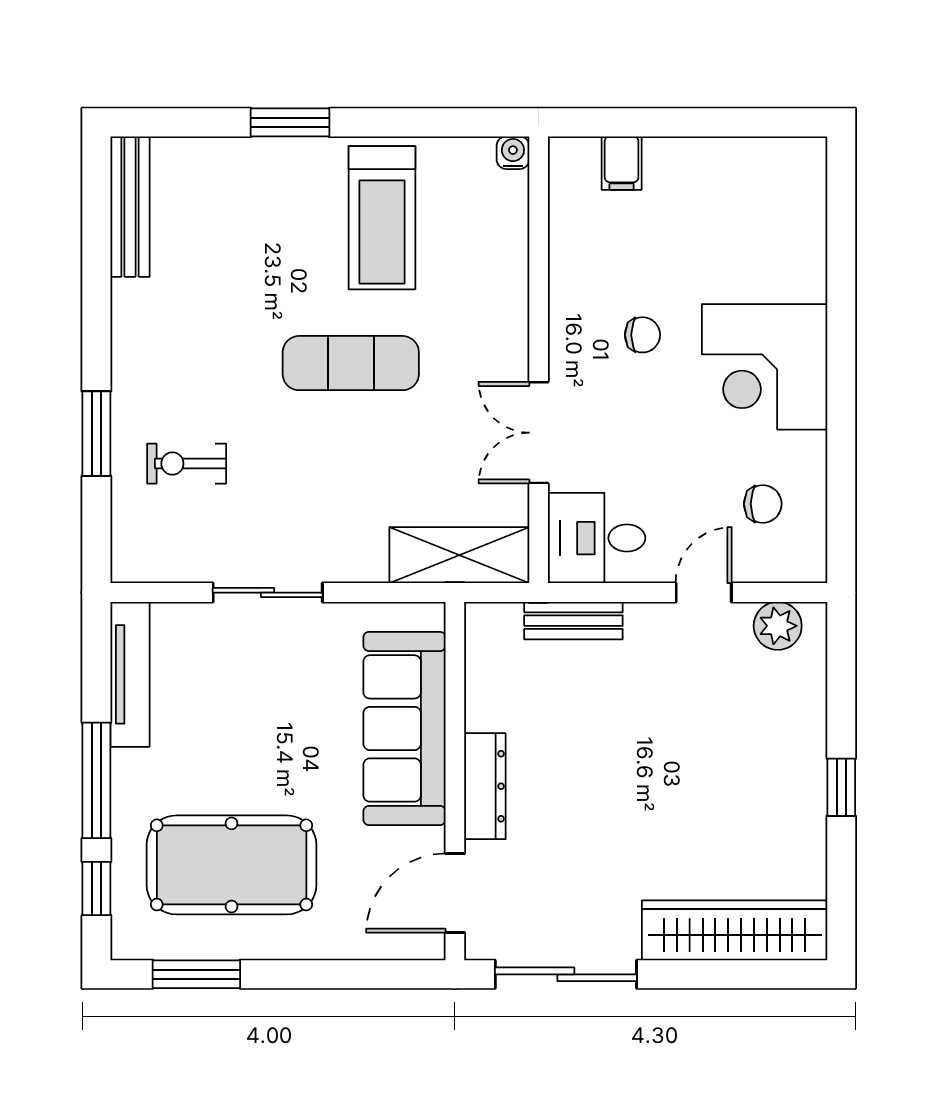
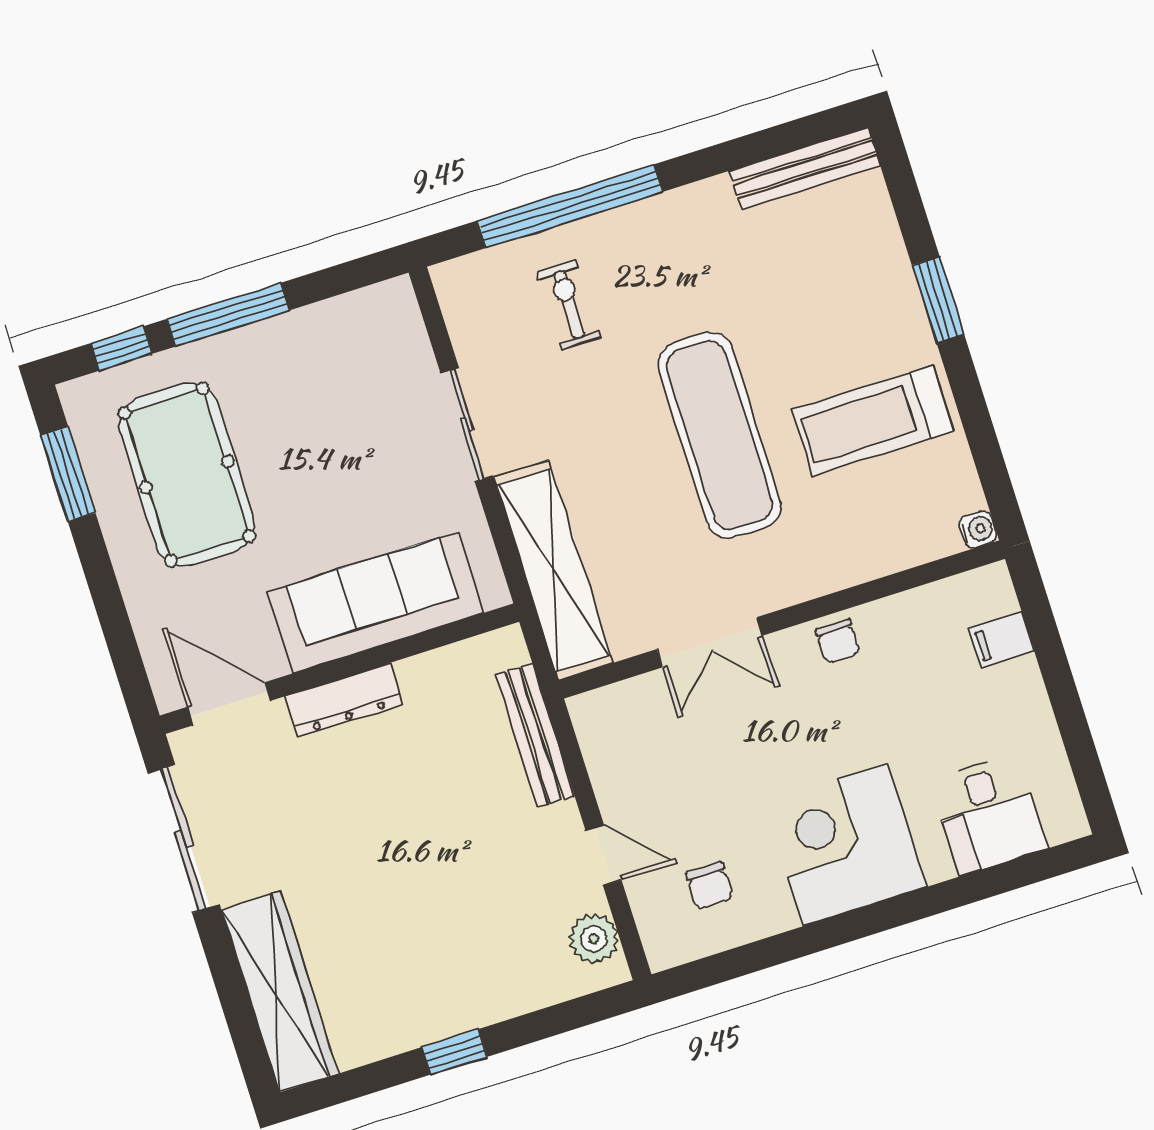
chair: (642, 335) -> (838, 641), moved
exercise mat: (351, 363) -> (719, 435), width x1.36, depth x1.45
double door: (539, 433) -> (710, 642), swing flipped
window: (96, 434) -> (570, 206), width x2.11
desk: (597, 538) -> (989, 814), moved, turned 180
shelving: (459, 555) -> (554, 570), width x1.47
bench: (573, 621) -> (535, 736), width x1.36
tv unit: (130, 674) -> (343, 315), removed

